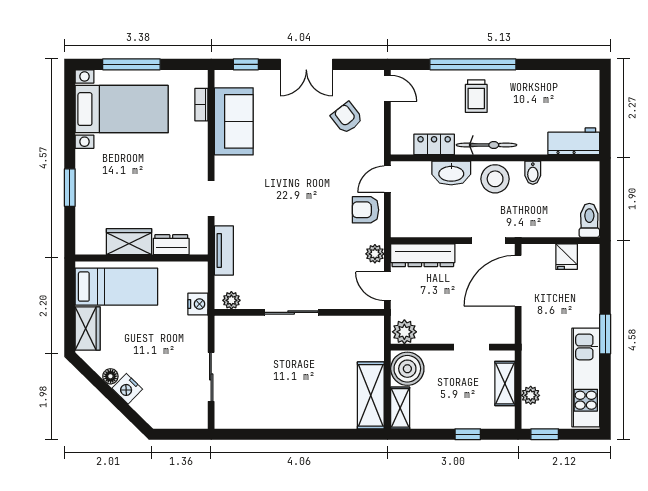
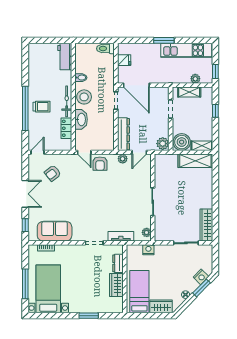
nightstand: (127, 389) -> (201, 277), moved
window: (123, 407) -> (201, 288), added
wardrobe: (246, 417) -> (206, 225), added

